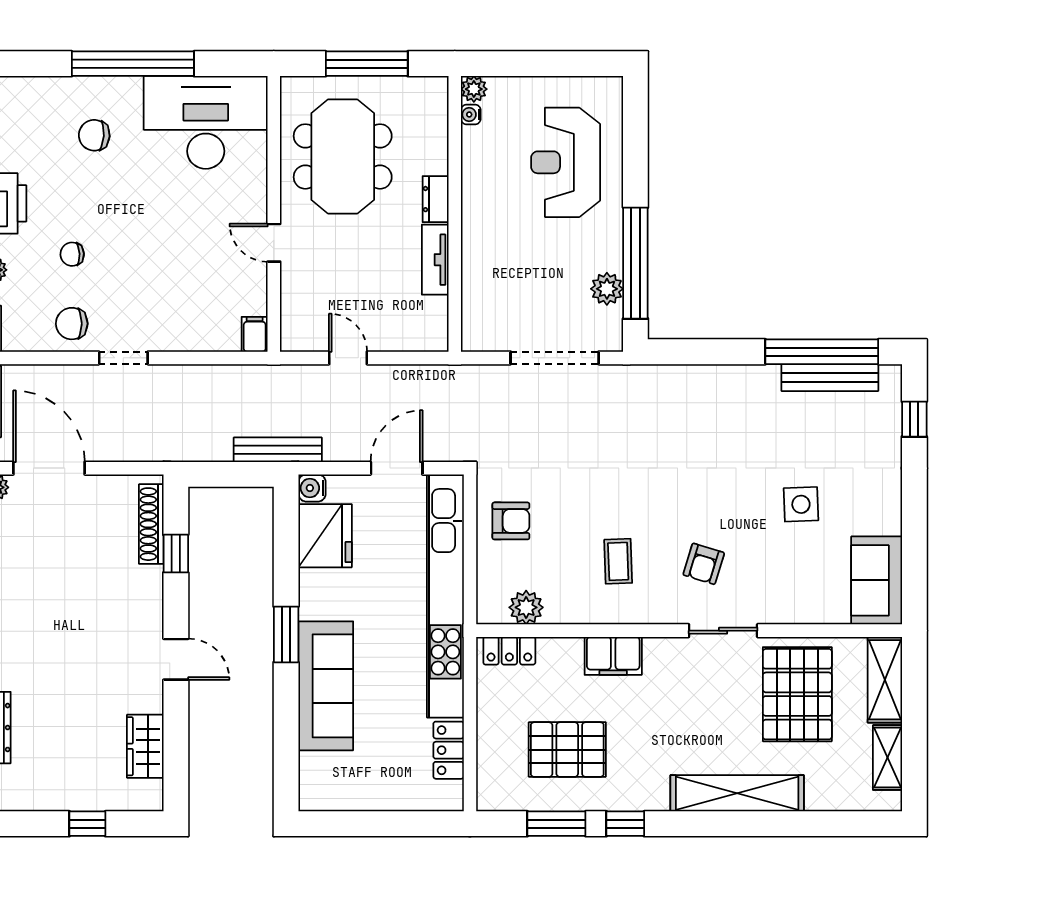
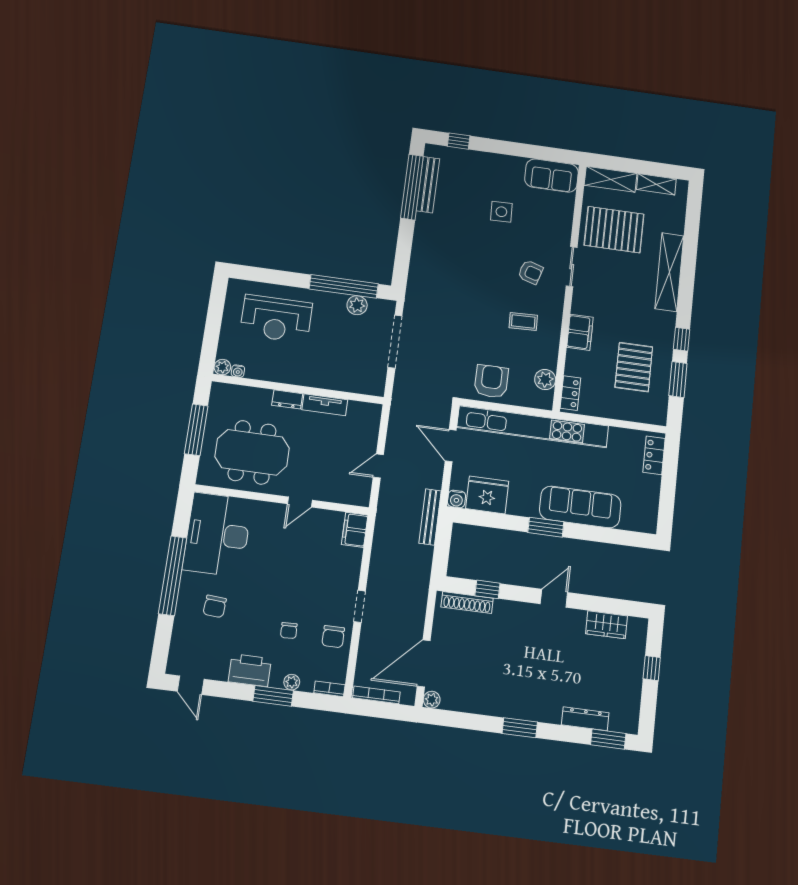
filing cabinet: (255, 334) -> (355, 530), width x2.00
armchair: (511, 521) -> (491, 381), width x1.38, depth x1.38
locker: (449, 750) -> (654, 455), moved, turned 90

